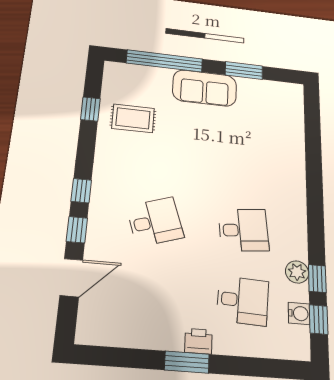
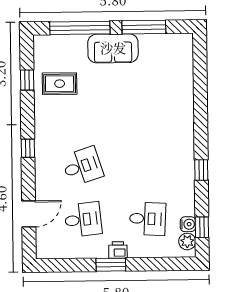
window: (244, 71) -> (144, 27), width x1.44
window: (77, 230) -> (28, 179), removed
desk: (244, 230) -> (83, 220), moved
plant: (297, 272) -> (187, 241), moved
window: (317, 279) -> (201, 170), moved

